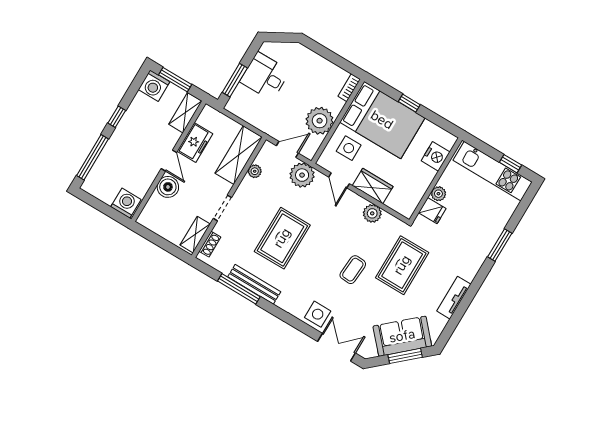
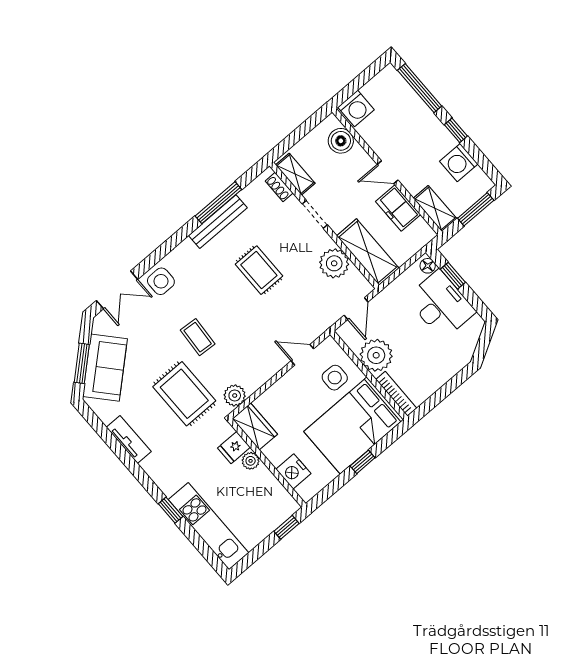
desk: (265, 76) -> (441, 305), width x1.37
window: (235, 80) -> (453, 276), width x0.67
washing machine: (154, 86) -> (459, 163), moved, turned -90
bookcase: (349, 88) -> (396, 394), width x1.56
floor lamp: (234, 103) -> (428, 266), added
window: (510, 164) -> (286, 527), moved
plant: (255, 171) -> (334, 263), width x1.88, depth x1.88
kitchen unit: (493, 171) -> (208, 526), moved, turned 90
plant: (302, 175) -> (322, 316), removed
wardrobe: (373, 186) -> (255, 426), moved, turned -90
boiler: (168, 187) -> (341, 141), moved
plant: (372, 213) -> (235, 395), moved
rug: (282, 238) -> (259, 270), width x0.73, depth x0.70
window: (500, 245) -> (171, 510), width x0.67

